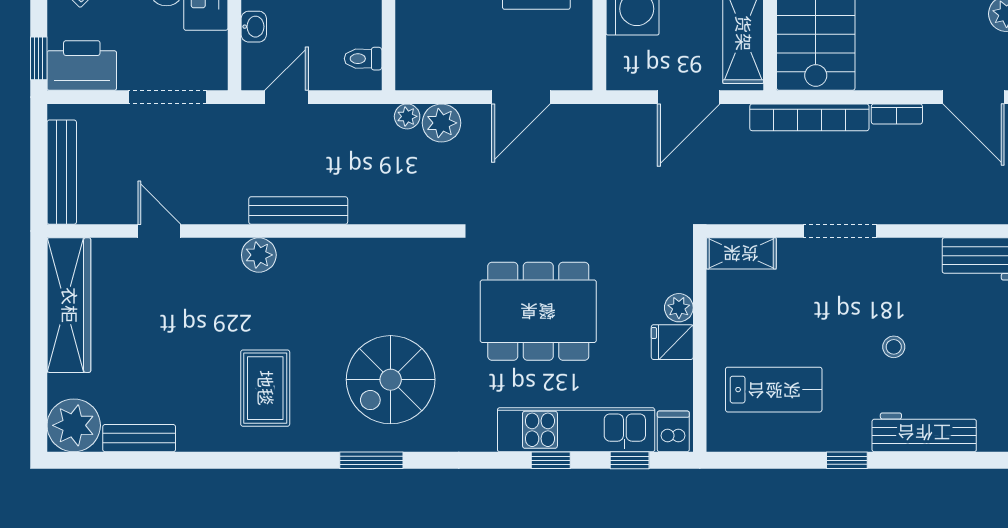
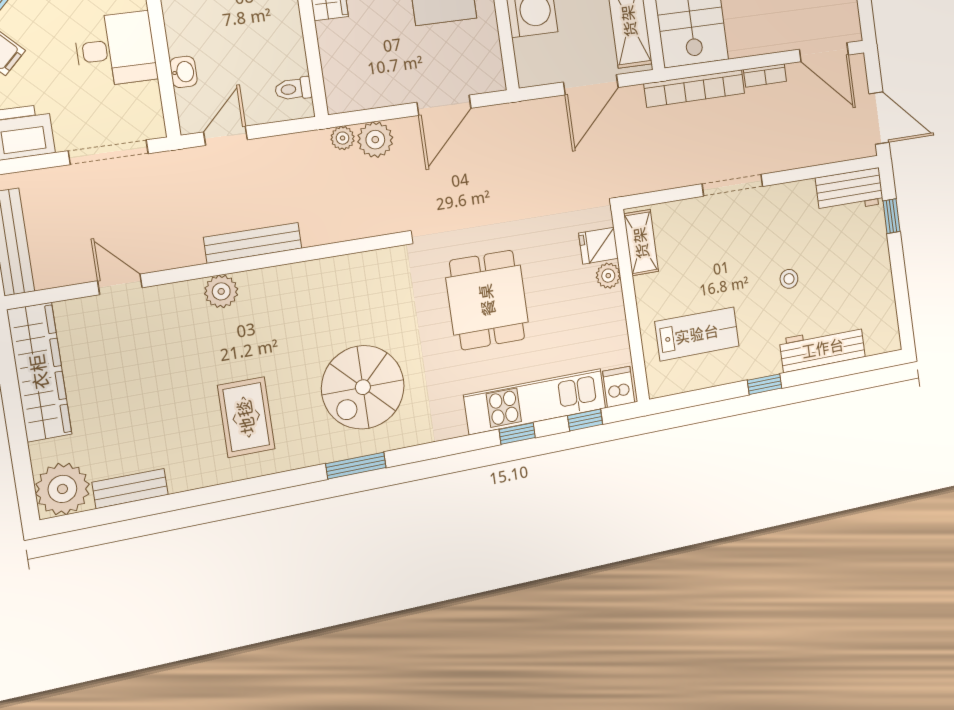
shelving: (741, 253) -> (641, 243), moved, turned 90
dining table: (538, 311) -> (487, 300), width x0.73
fridge: (672, 342) -> (598, 246), moved

